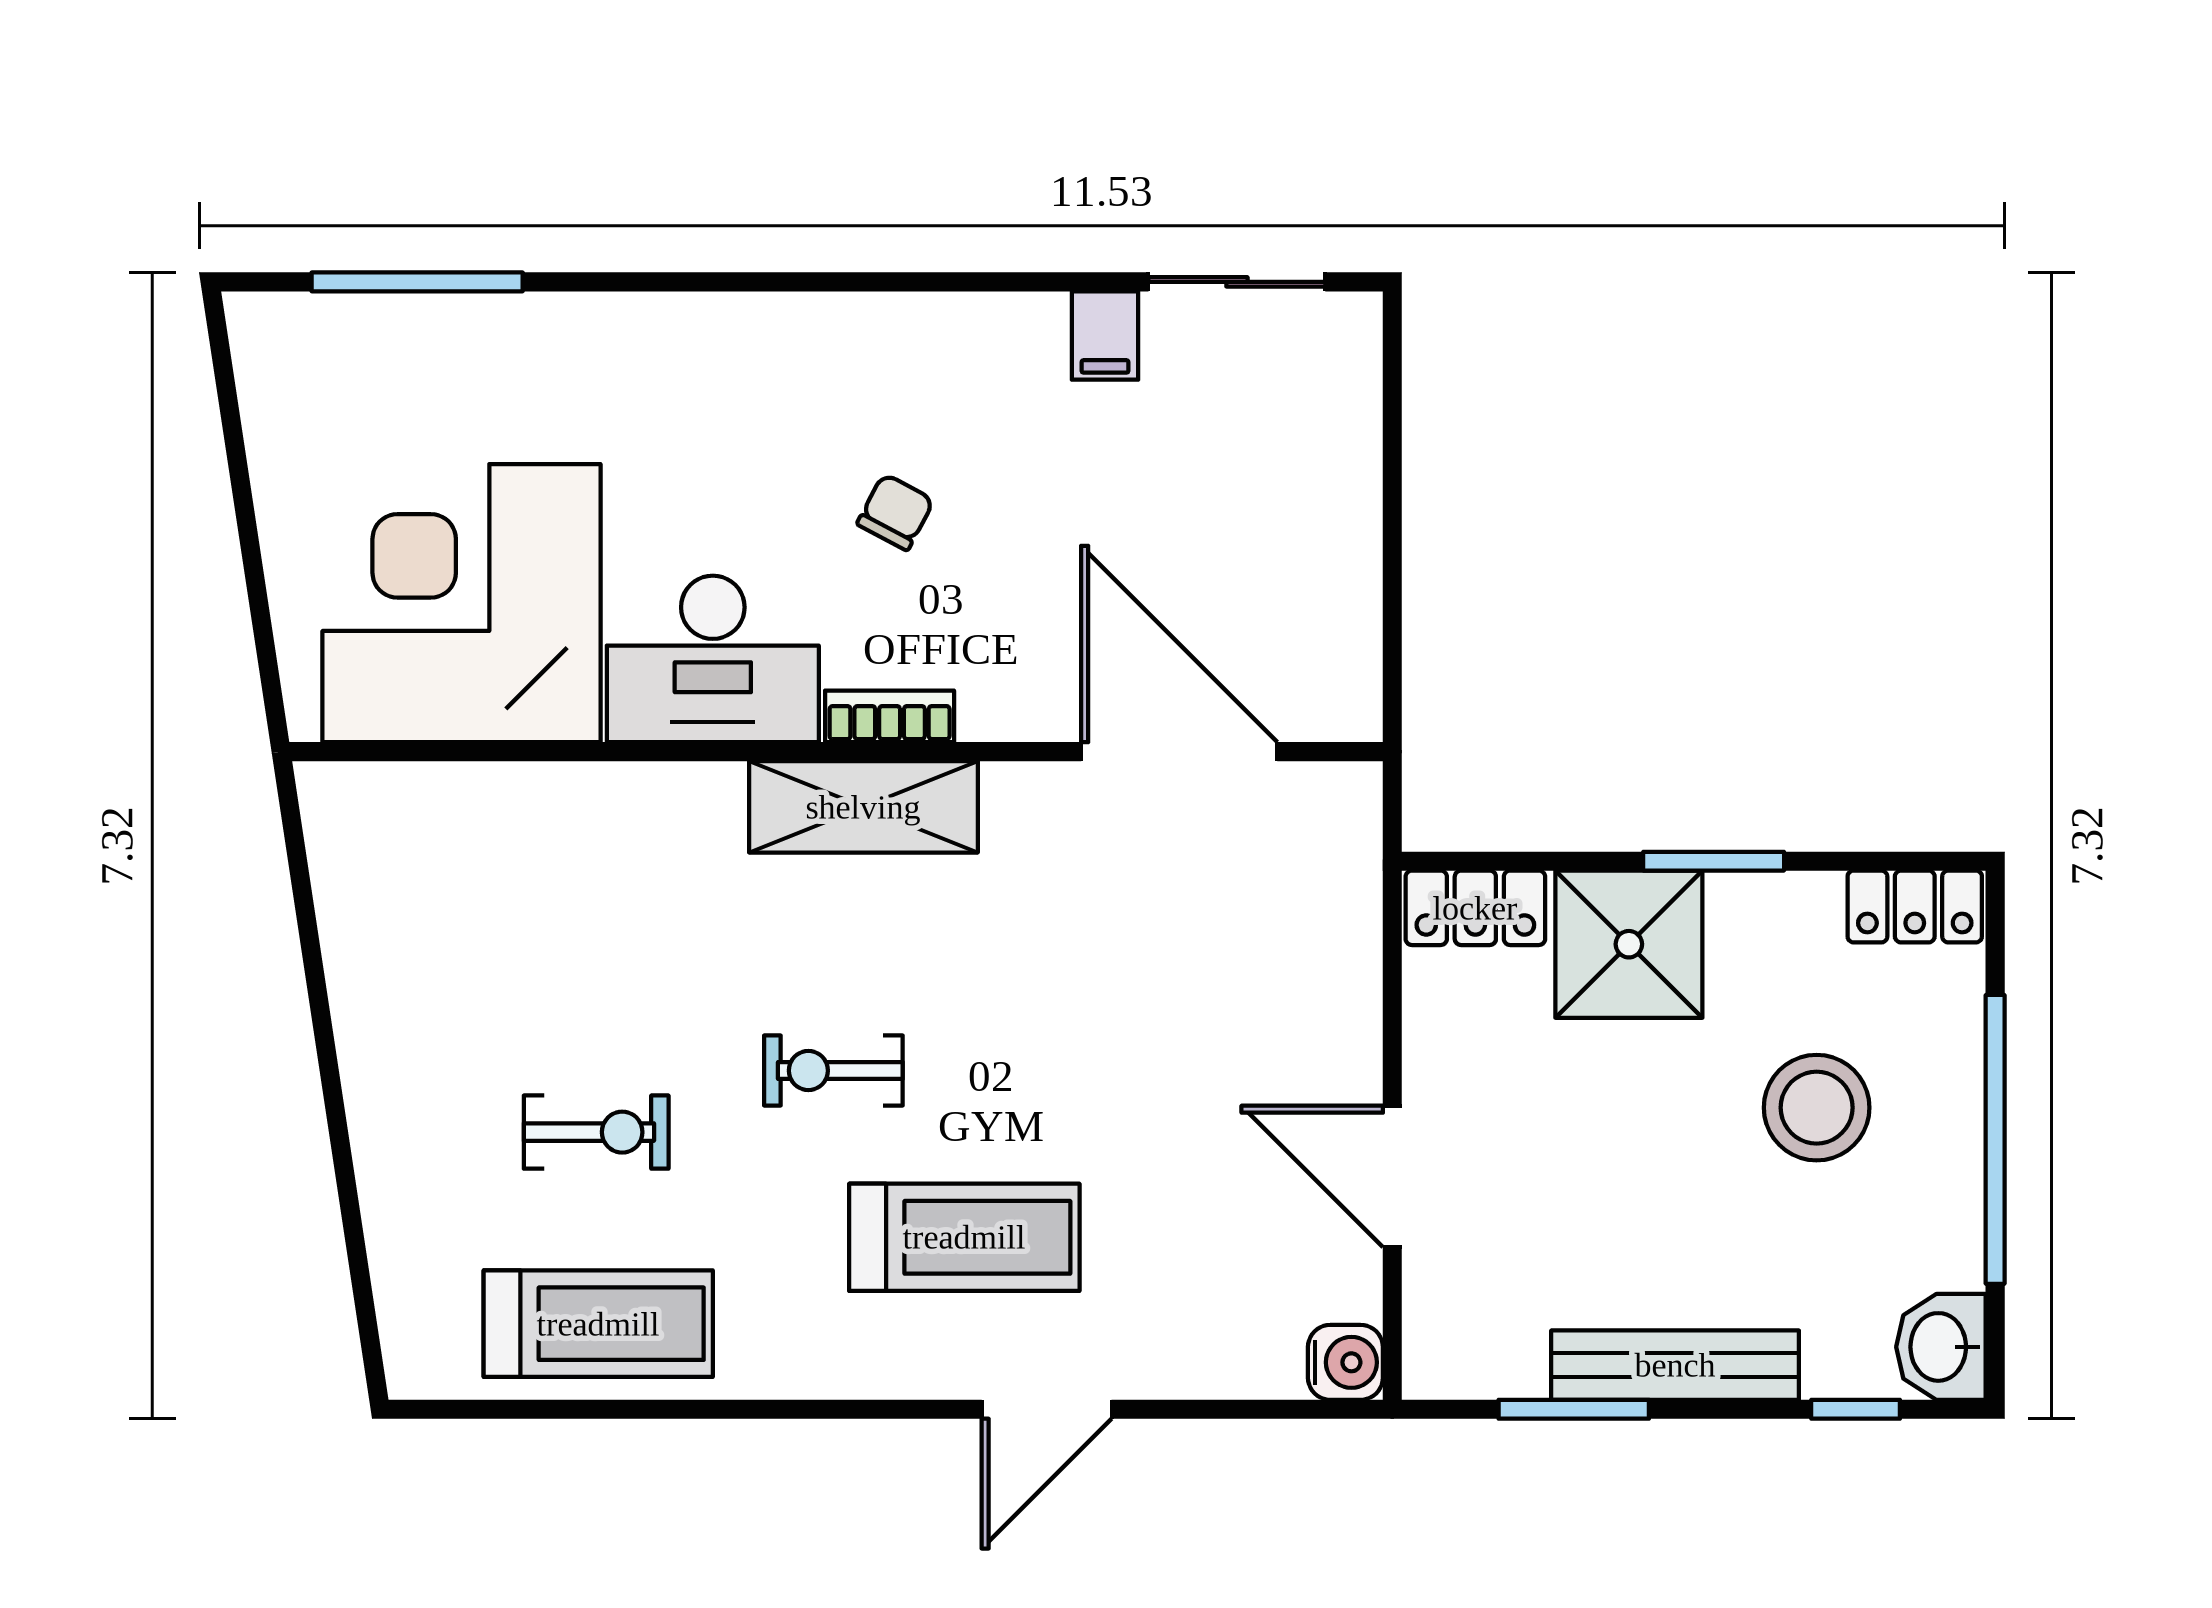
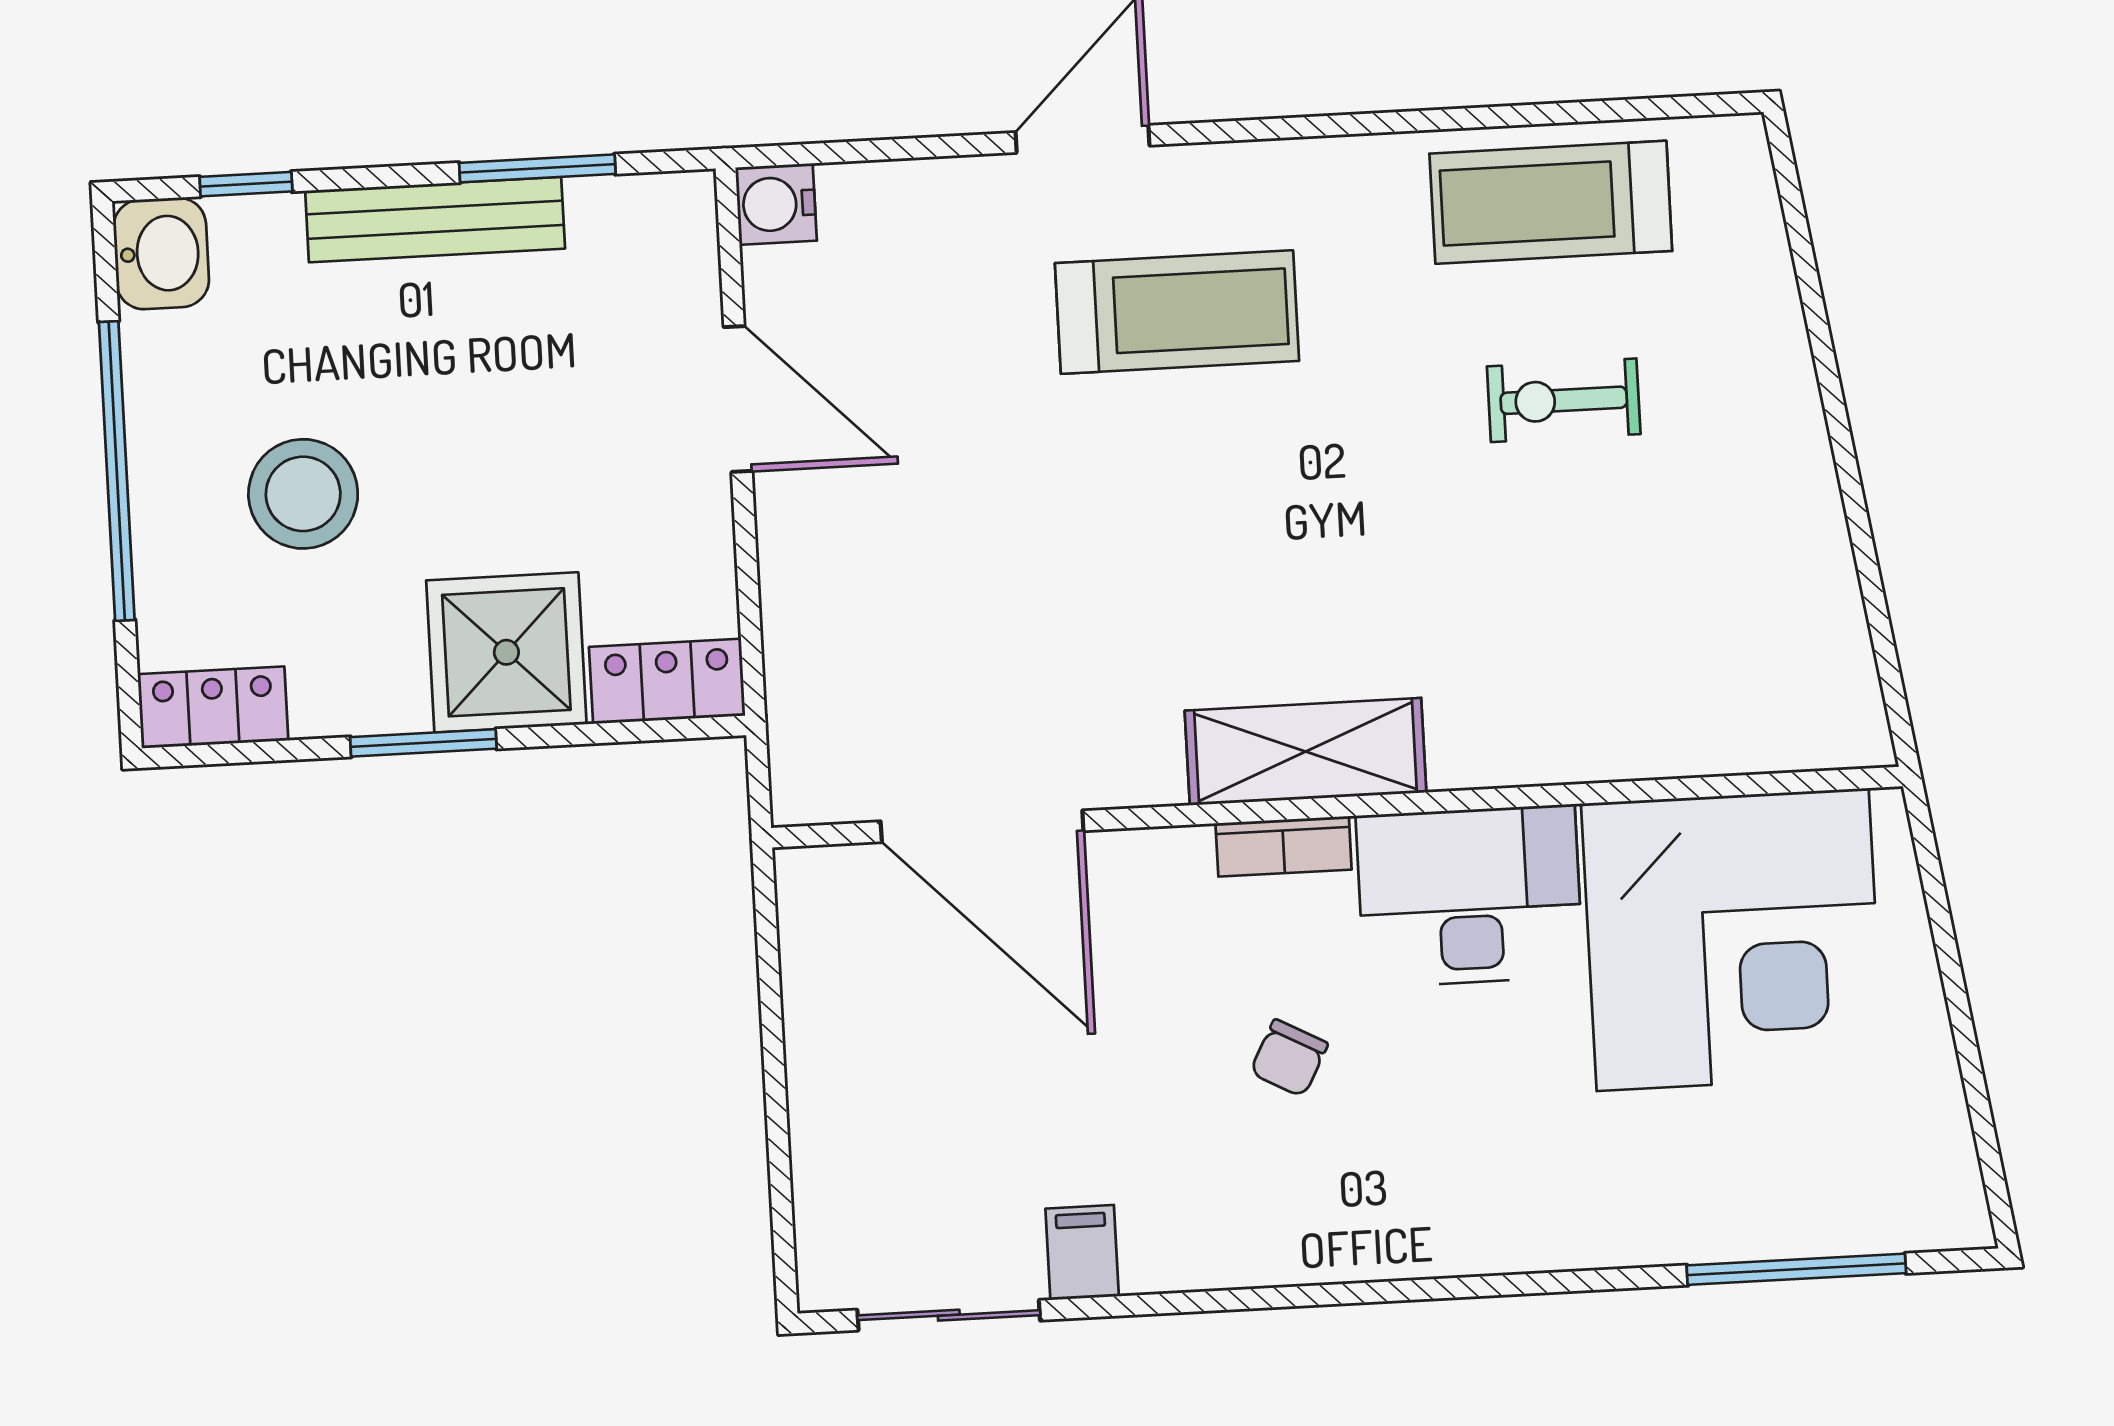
exercise bike: (833, 1071) -> (1322, 477), removed
treadmill: (964, 1237) -> (1177, 312), turned 180

